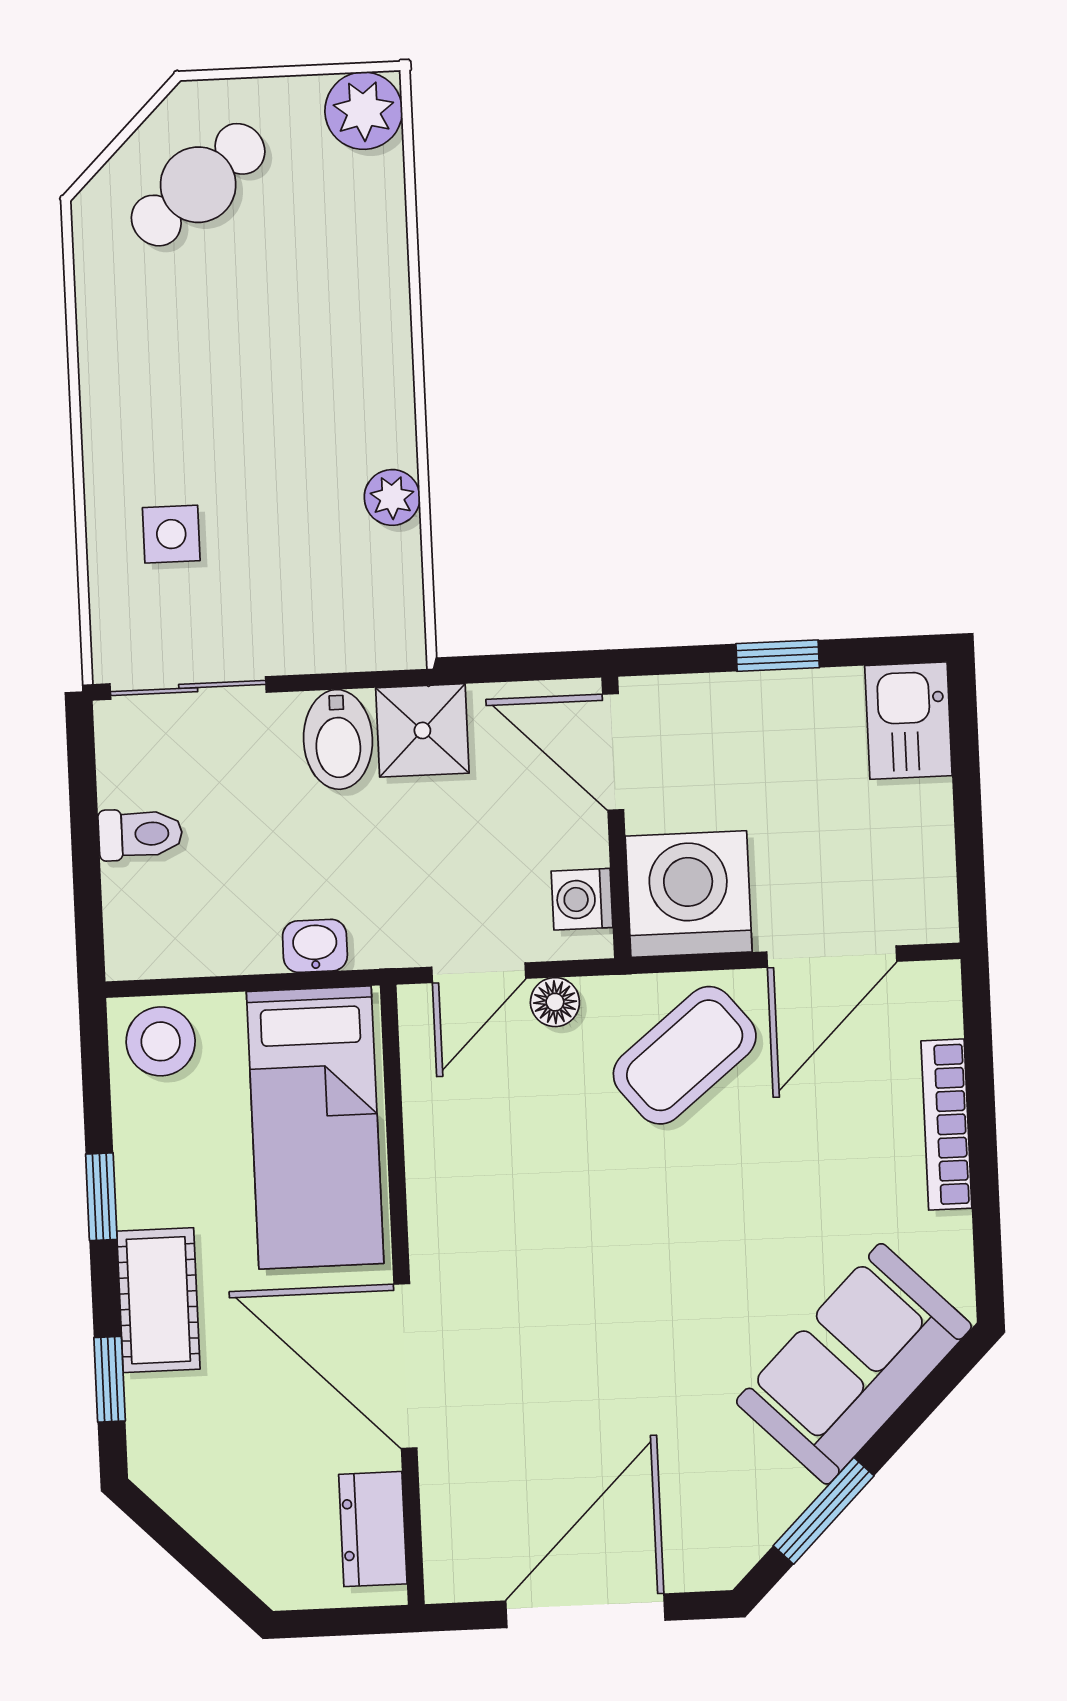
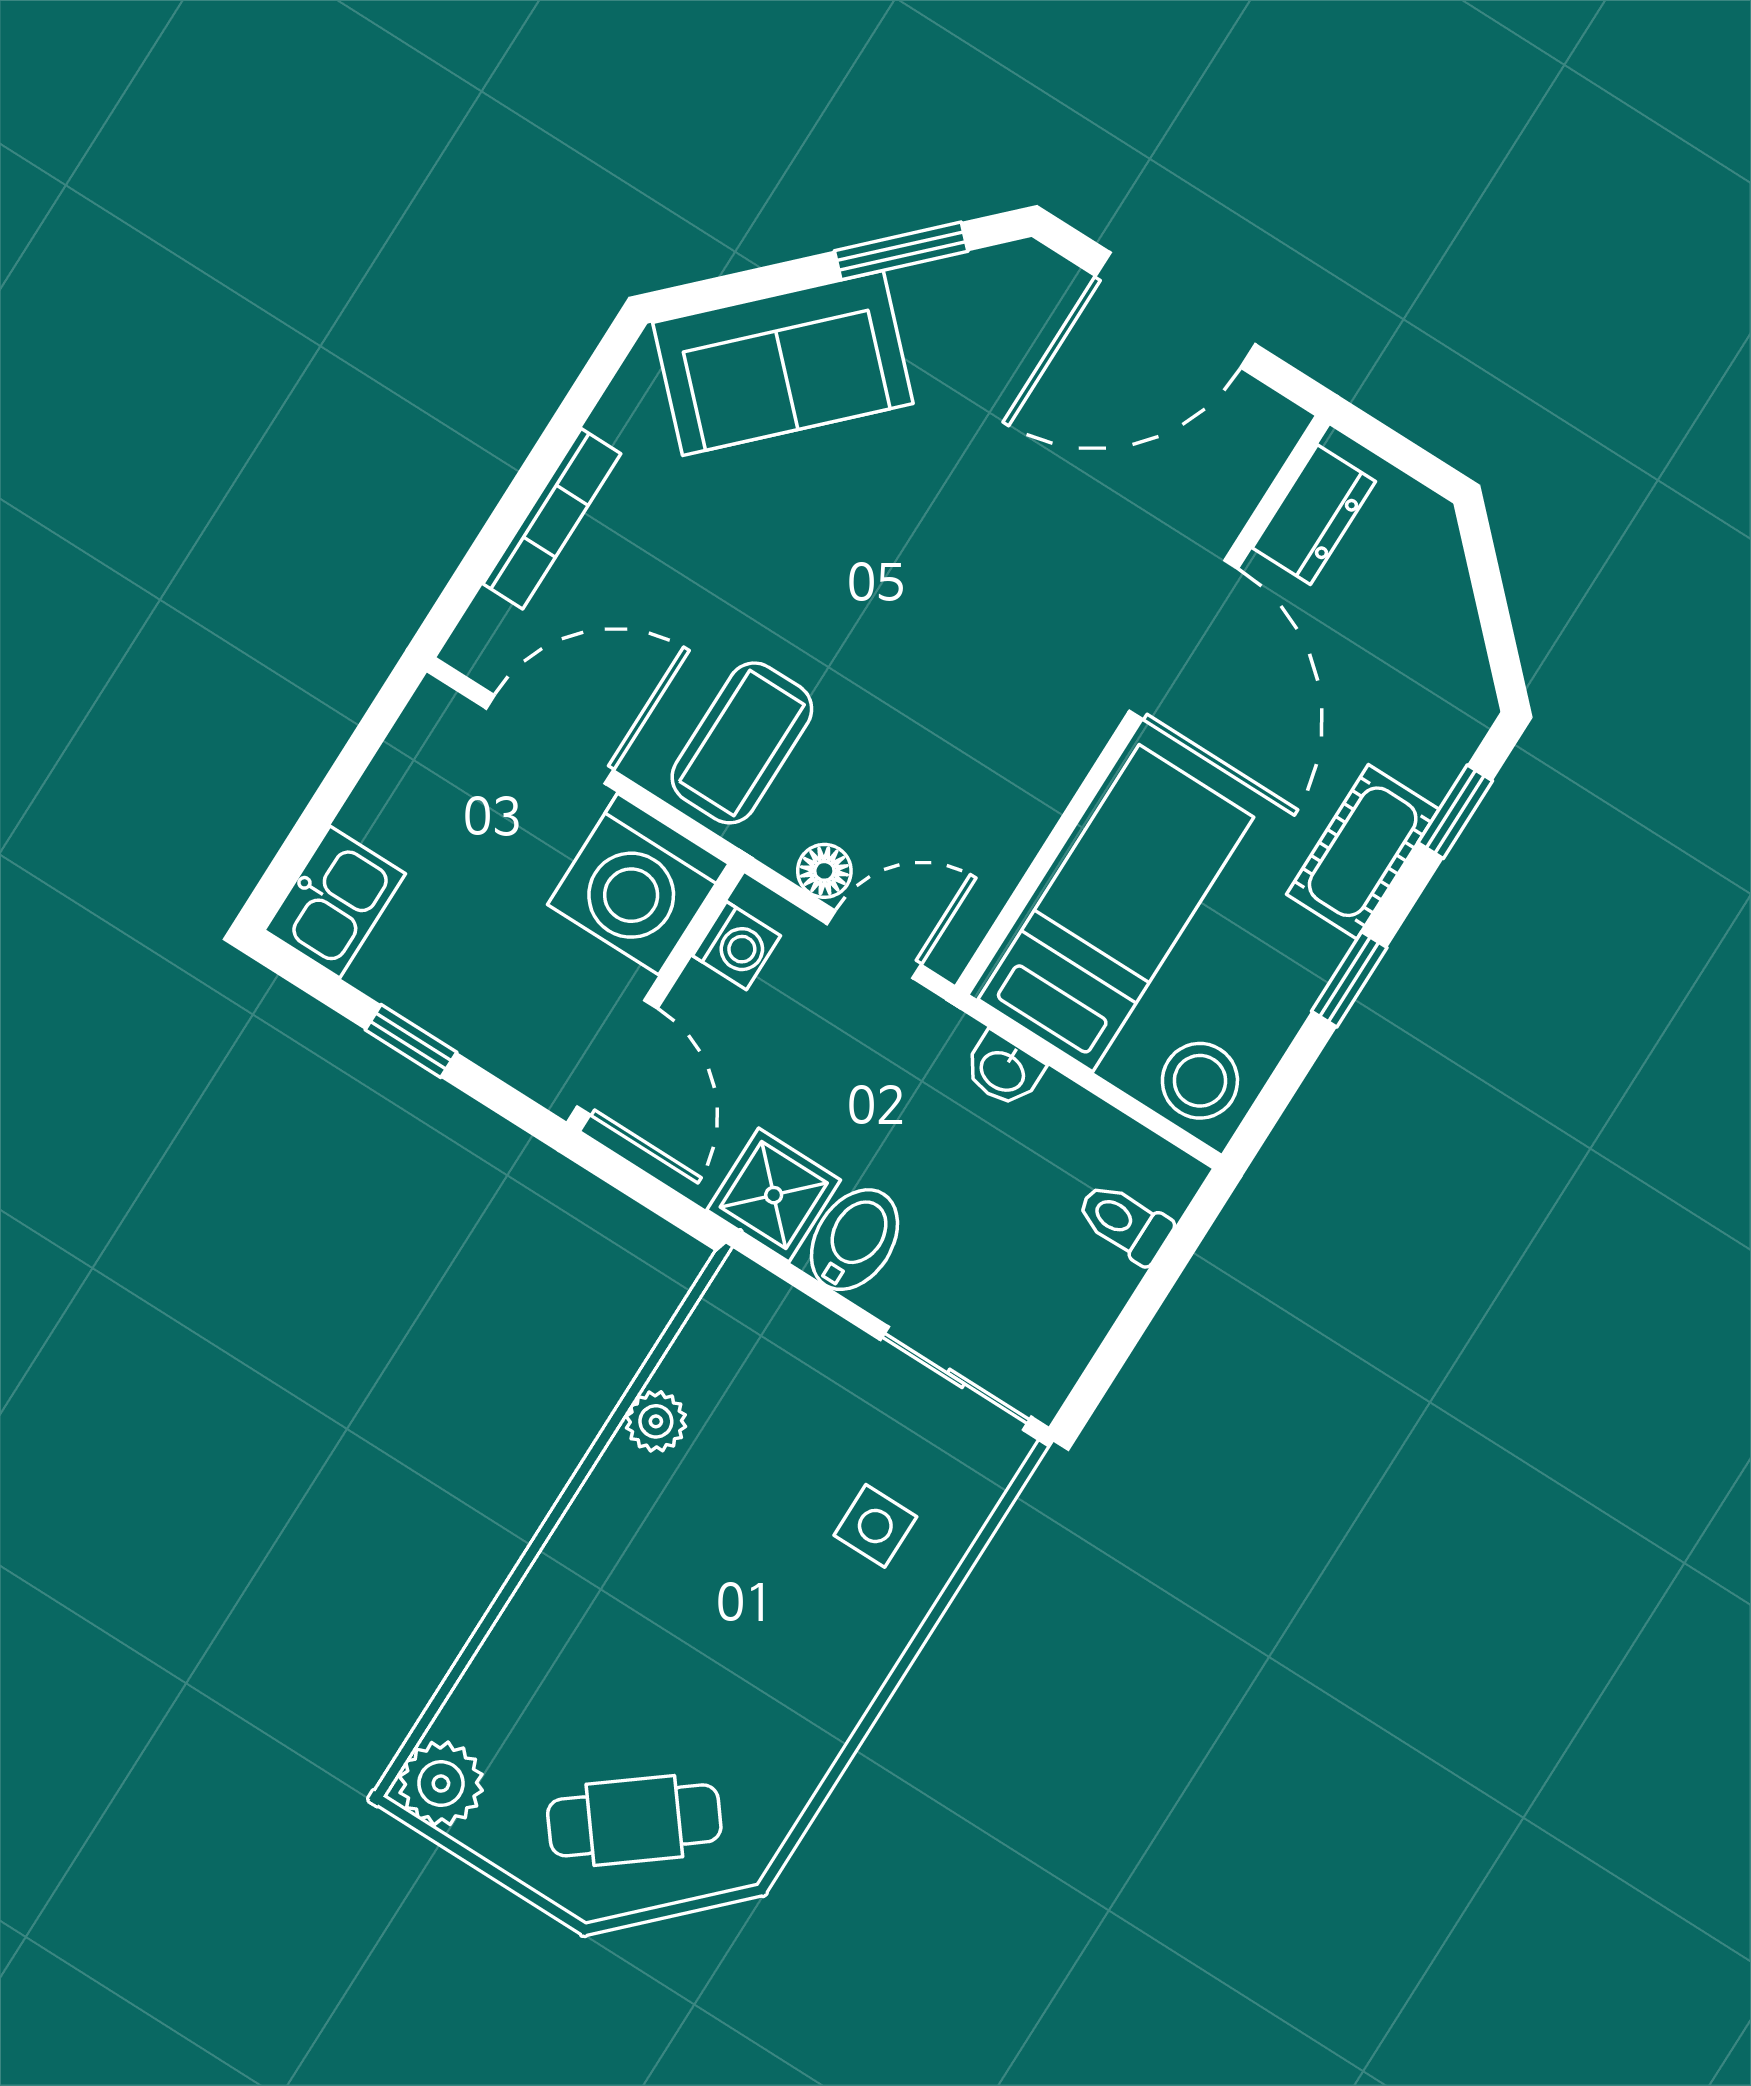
toilet: (140, 834) -> (1124, 1222), moved
coffee table: (685, 1055) -> (742, 743), turned -51

